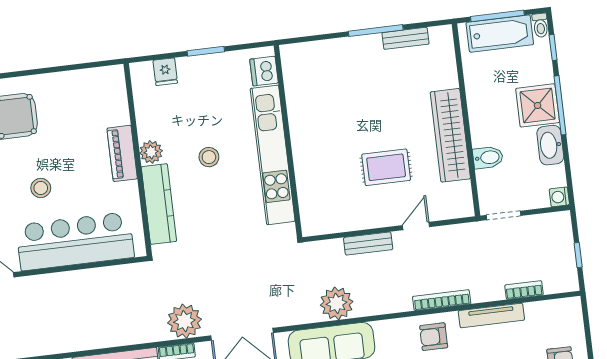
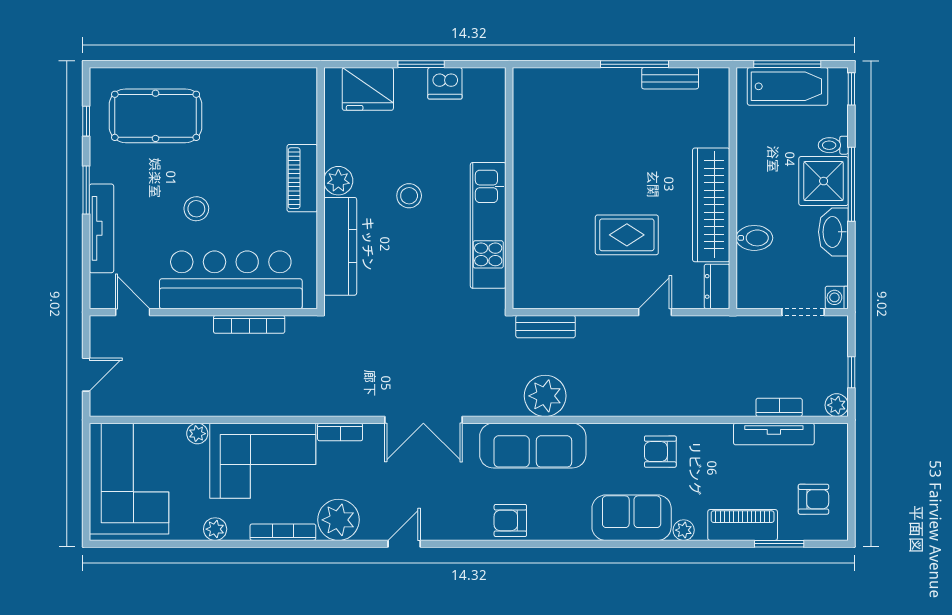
toilet: (540, 25) -> (833, 145), moved, turned 90
window: (553, 47) -> (851, 89), moved
dishwasher: (264, 71) -> (445, 83), moved, turned -90
fridge: (165, 72) -> (368, 89), width x1.88, depth x1.34
kitchen unit: (273, 155) -> (488, 225), width x0.73
dresser: (463, 200) -> (717, 286), added
doorway: (503, 215) -> (803, 312), moved
bench: (368, 244) -> (546, 327), moved
bookcase: (442, 300) -> (249, 324), moved, turned 180
tv unit: (491, 315) -> (774, 434), moved
plant: (184, 321) -> (837, 405), moved, width x0.53, depth x0.53

